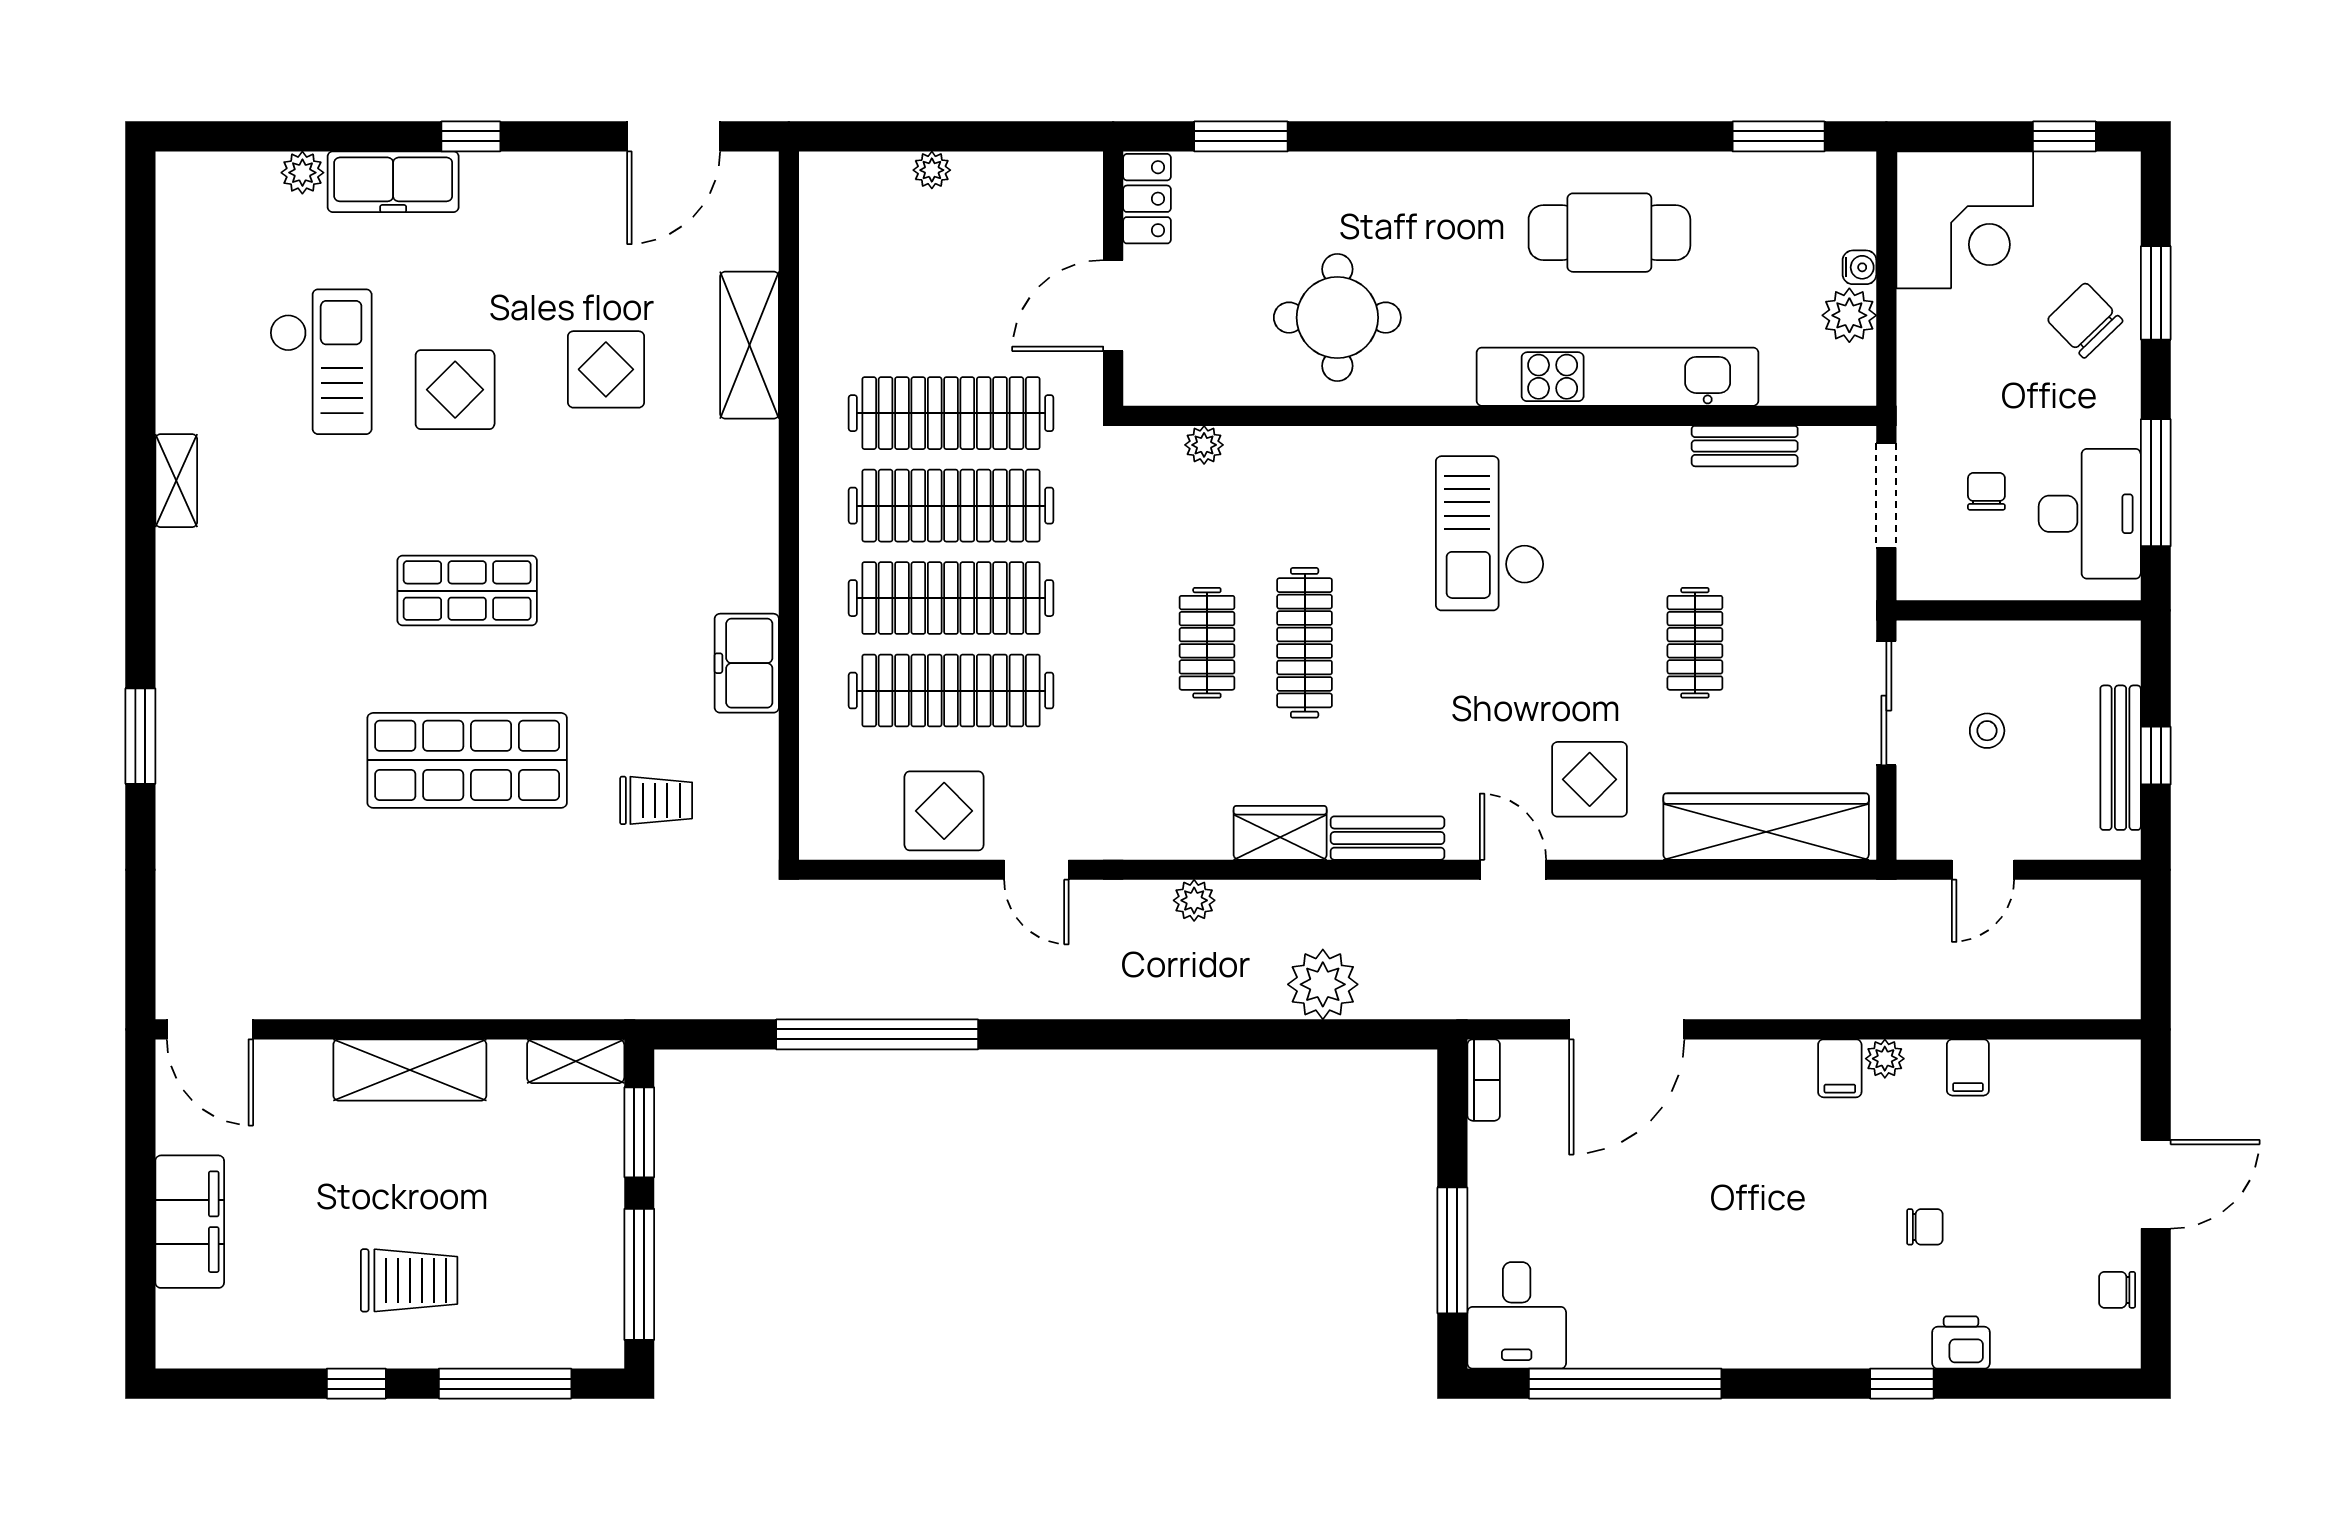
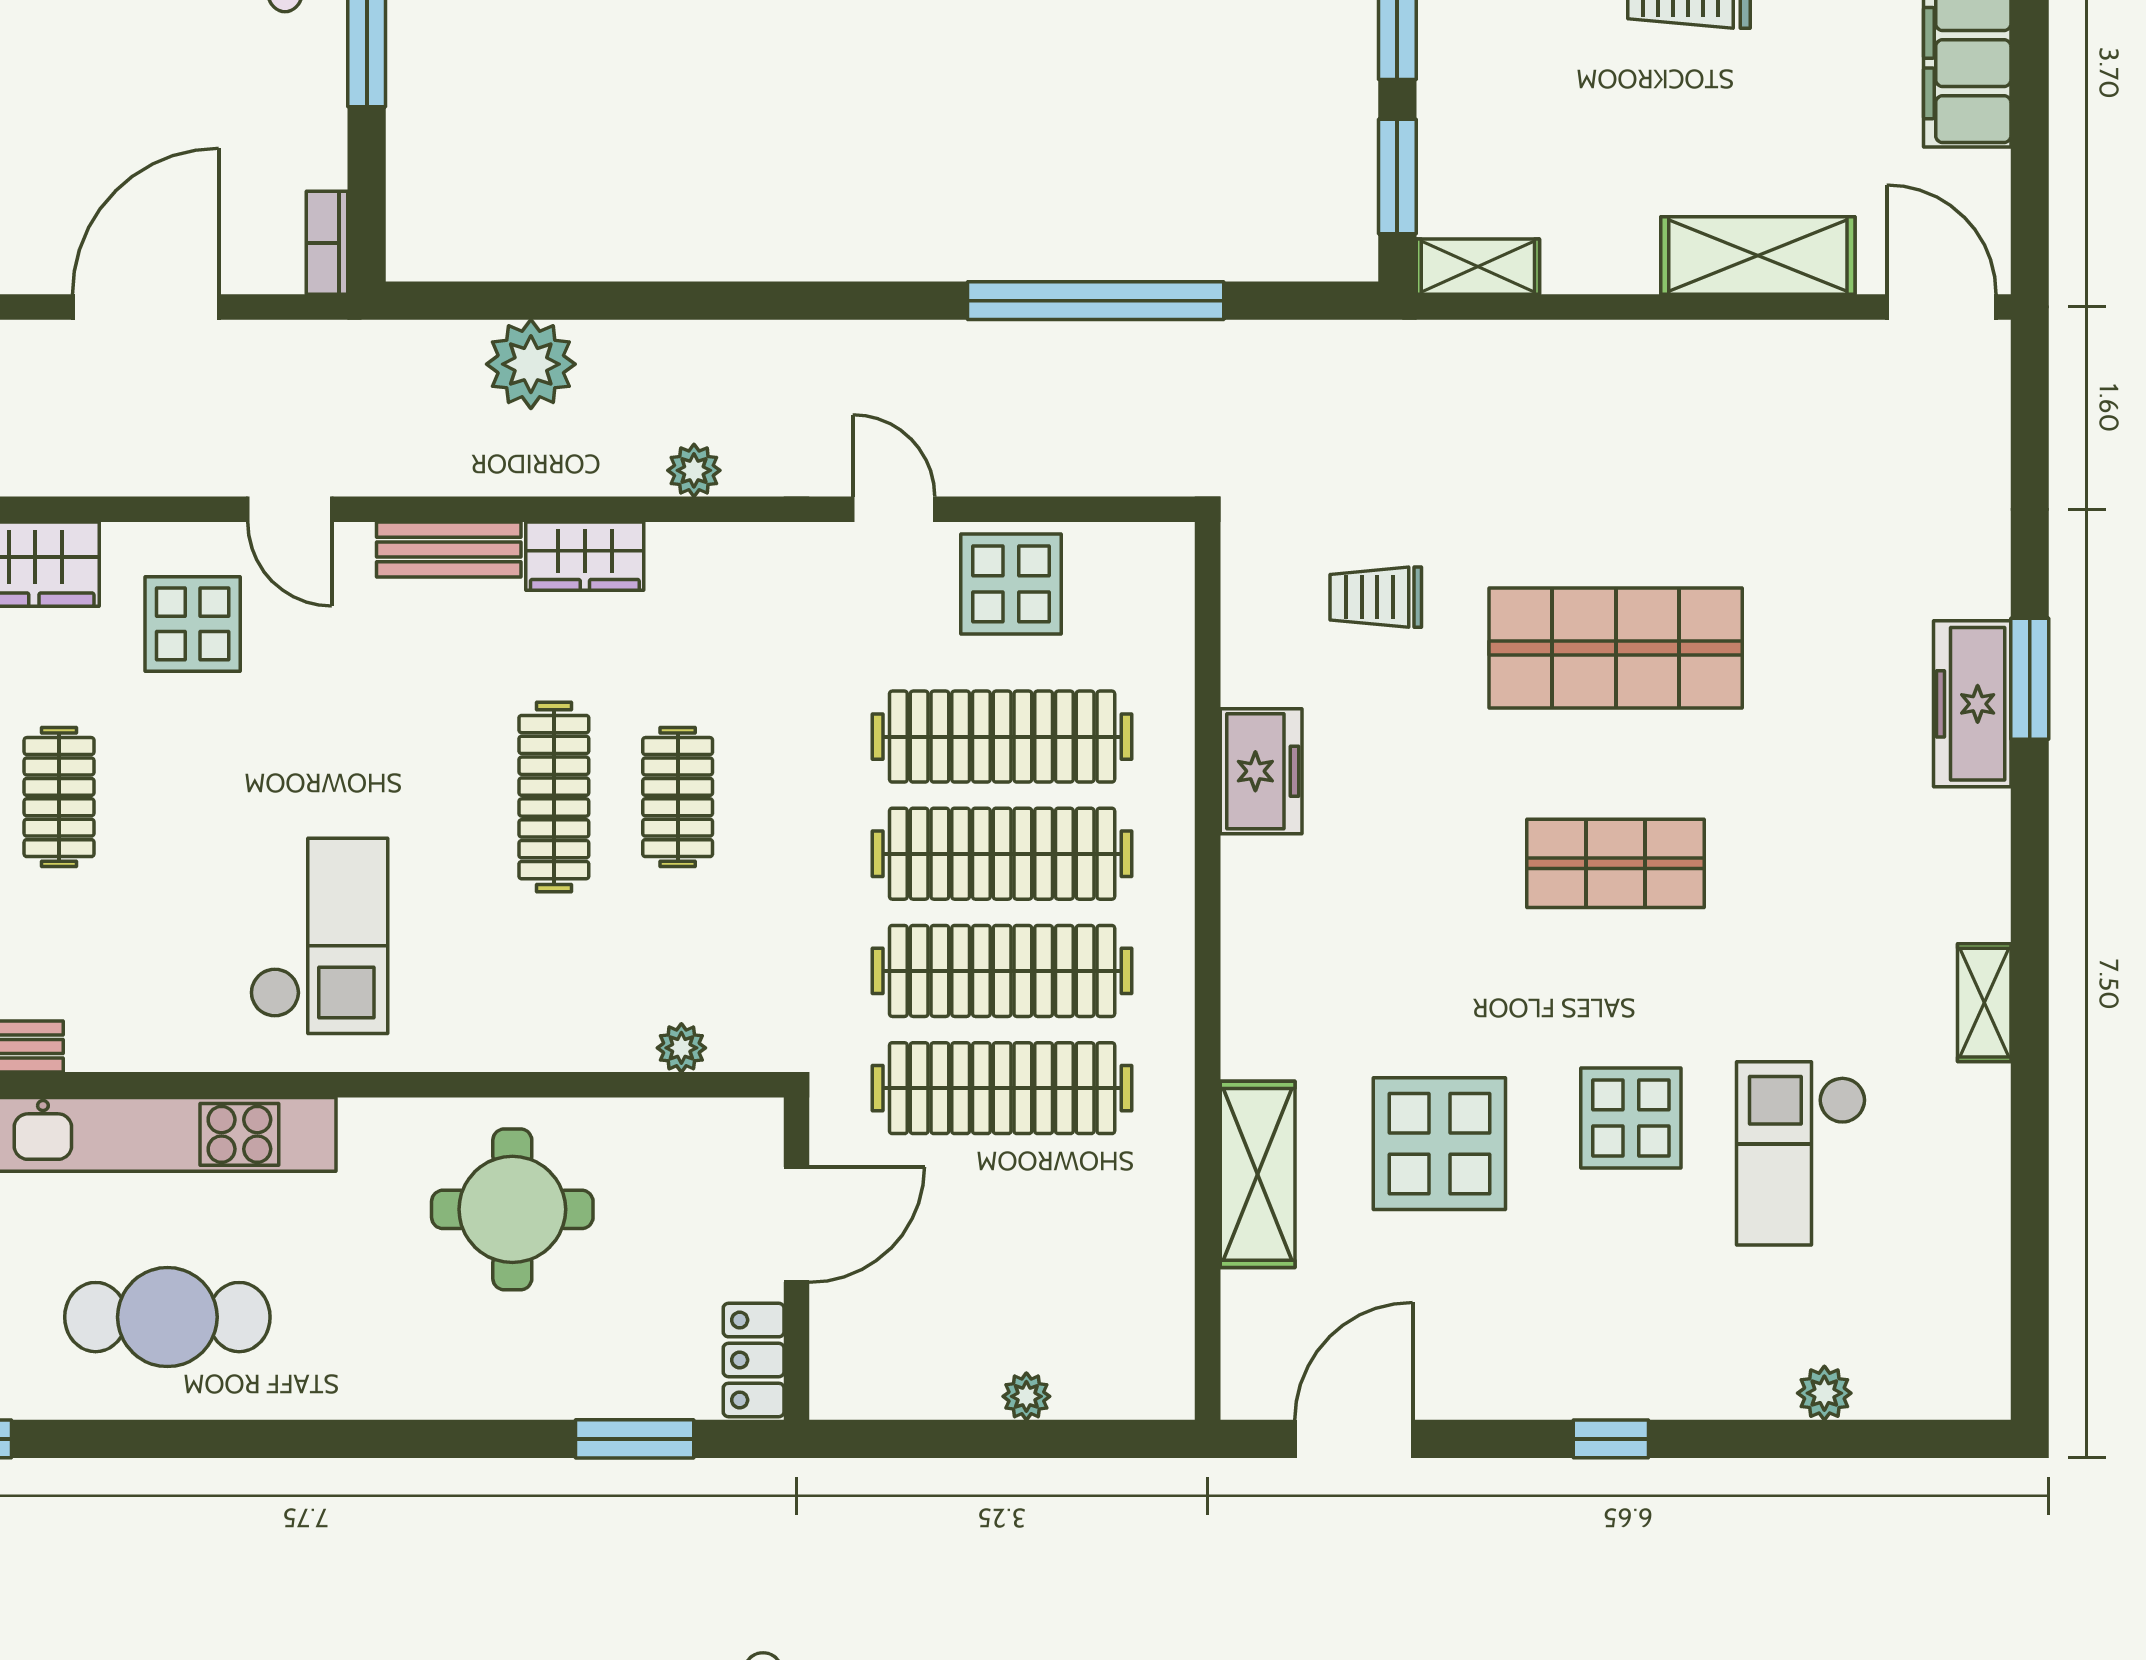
freezer: (393, 182) -> (1972, 704), moved, turned -90
display table: (606, 369) -> (1439, 1144), width x1.36, depth x1.36
shelving: (410, 1070) -> (1758, 256), moved

